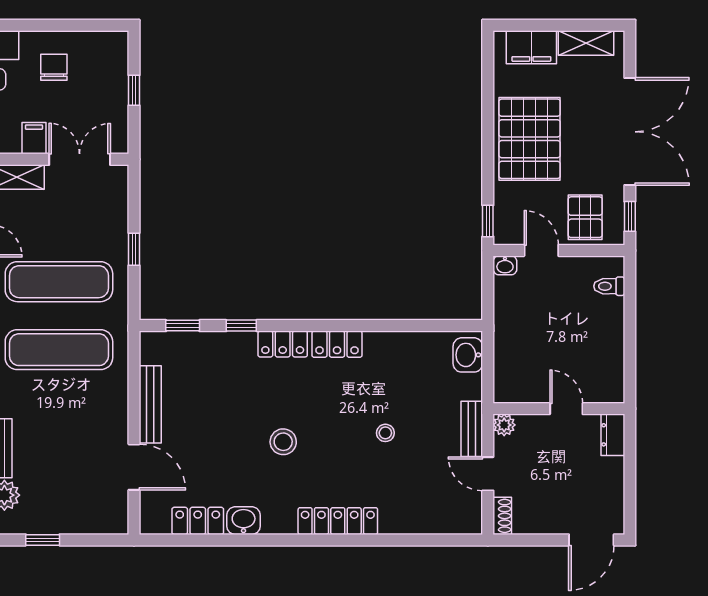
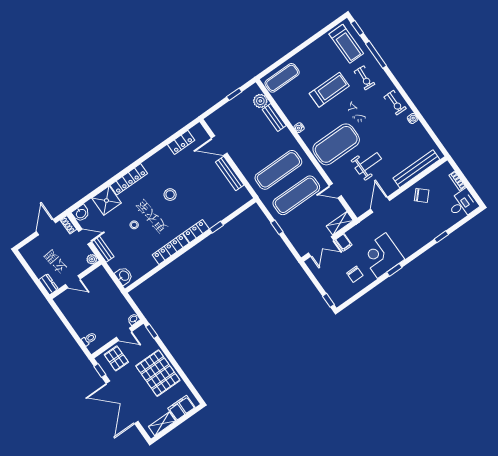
window: (134, 90) -> (328, 300), moved
window: (183, 326) -> (238, 212), removed
locker: (337, 344) -> (171, 249), width x1.53
shower: (404, 511) -> (106, 201), added
washbasin: (244, 521) -> (81, 213), moved
door: (591, 540) -> (46, 227), moved

